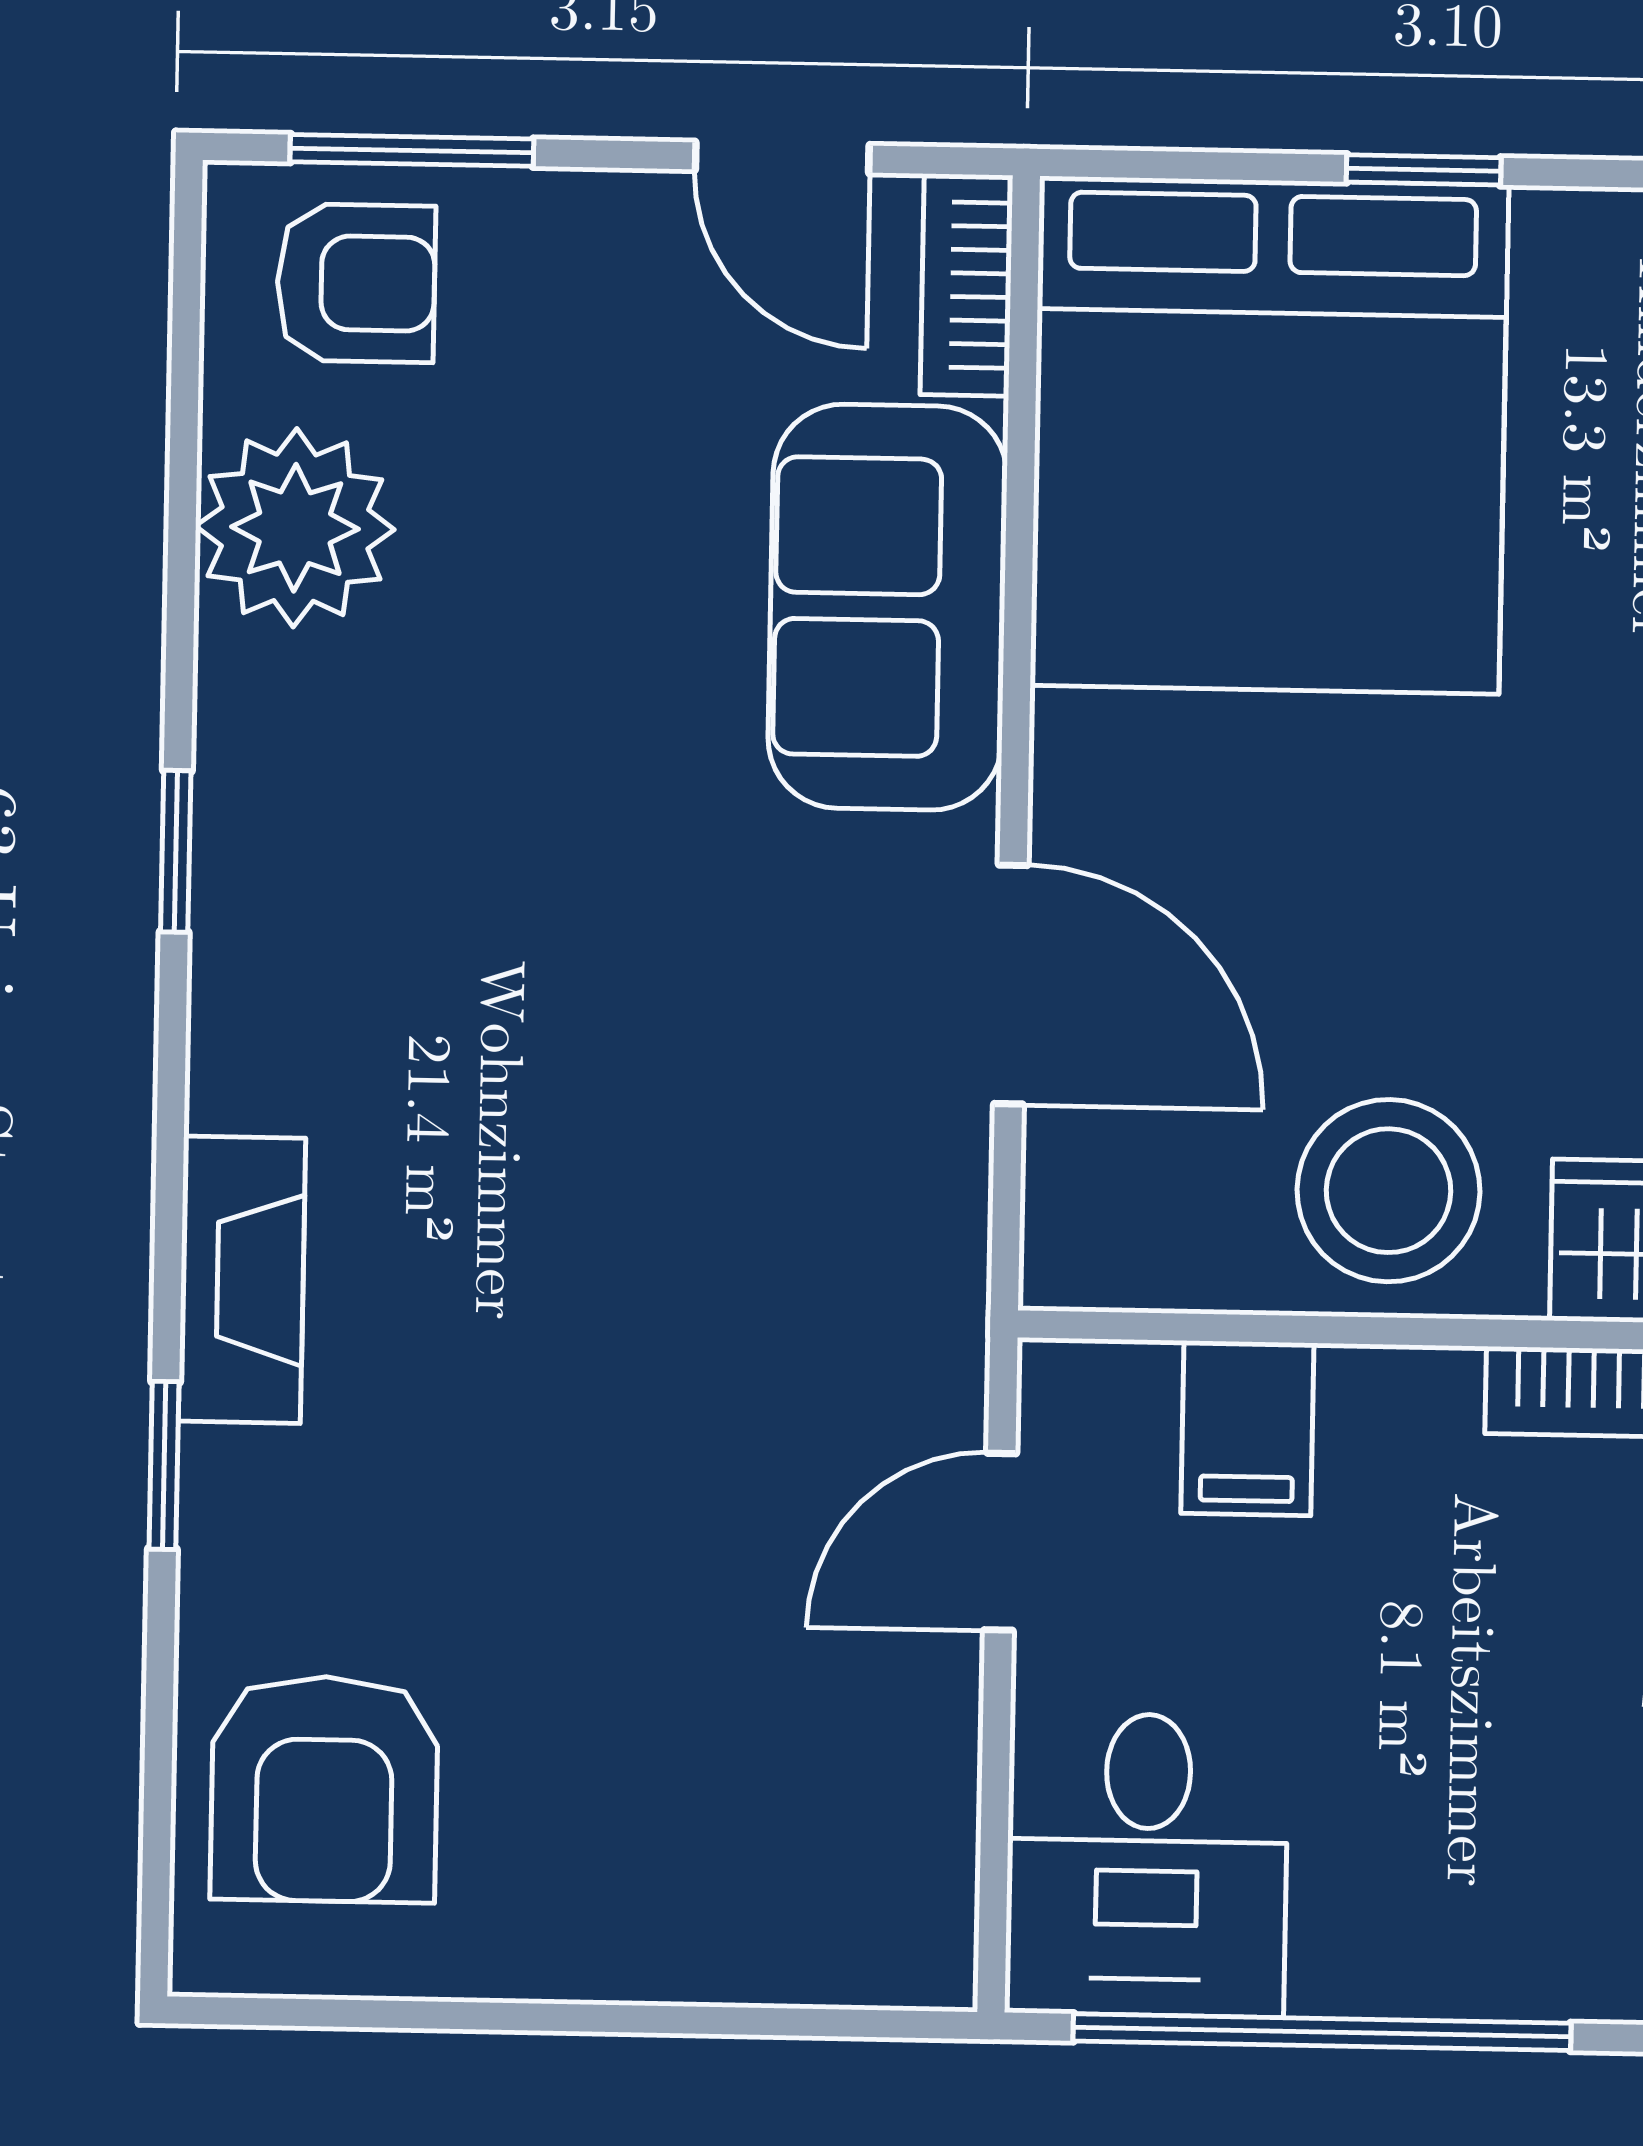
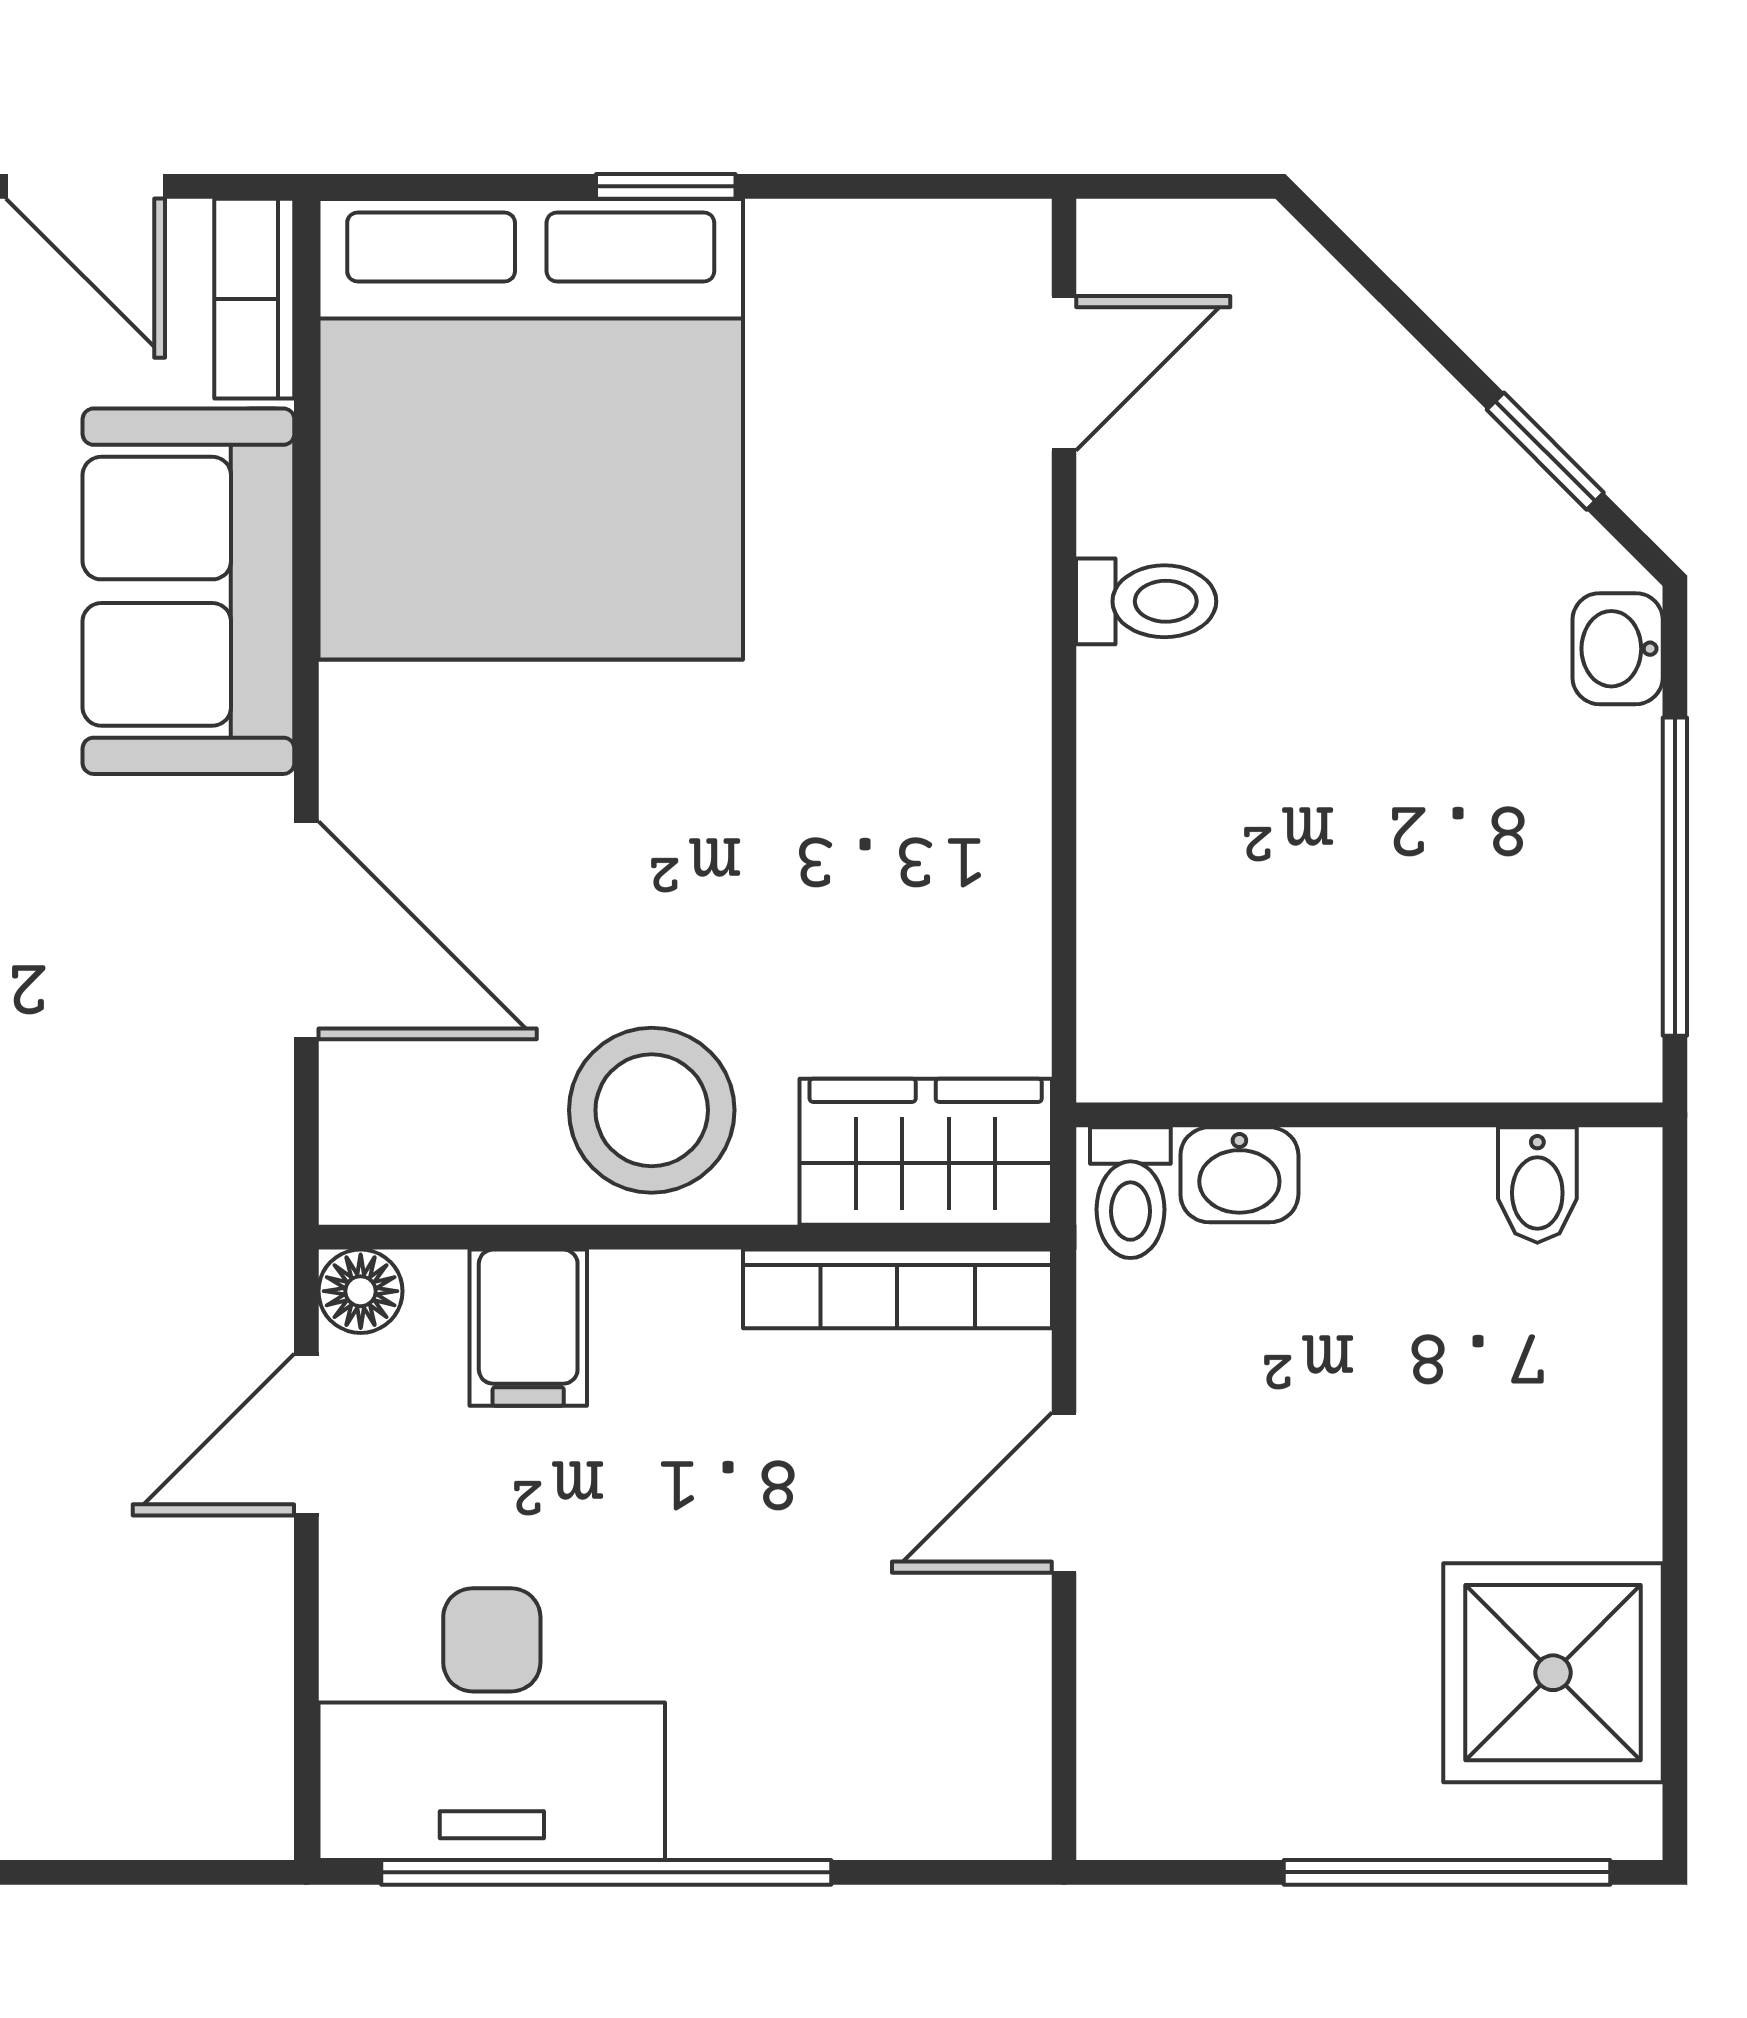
floor lamp: (1063, 1384) -> (361, 1291), added
desk: (1147, 1865) -> (492, 1724), width x1.37

